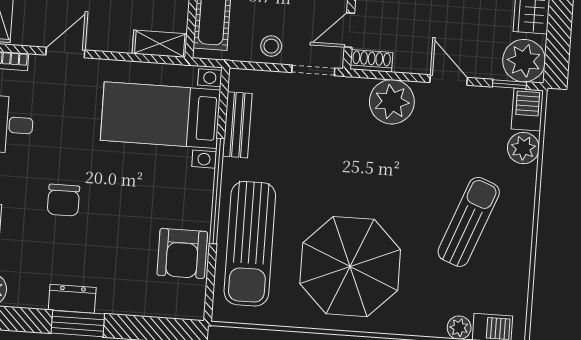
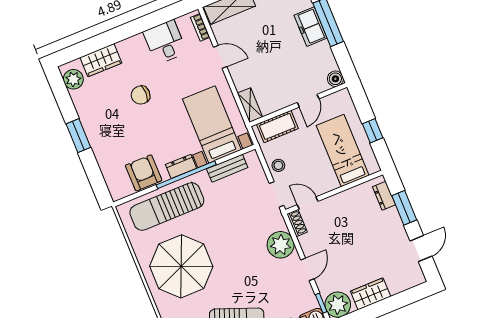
armchair: (182, 253) -> (144, 173), turned 90
dresser: (72, 299) -> (181, 166), moved, turned -90

